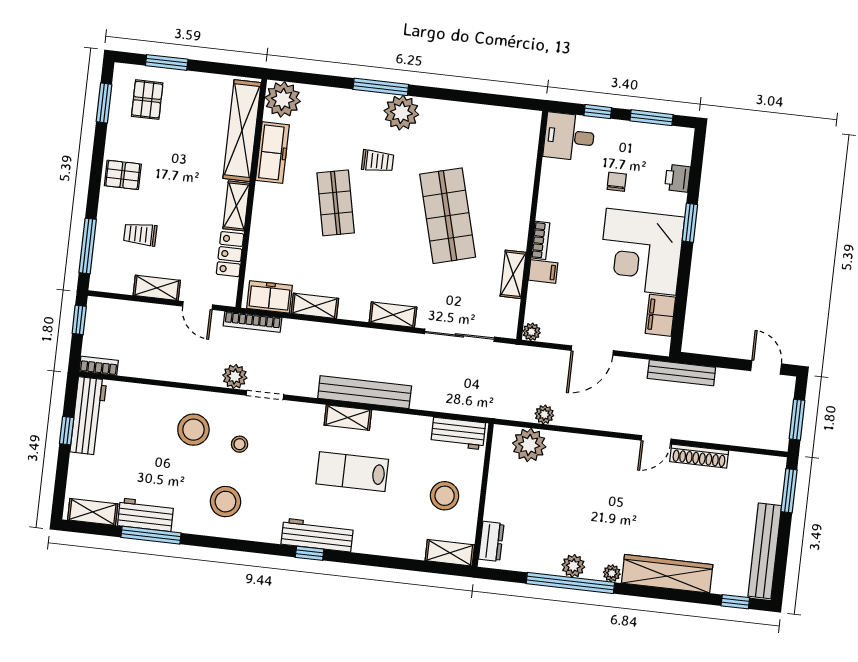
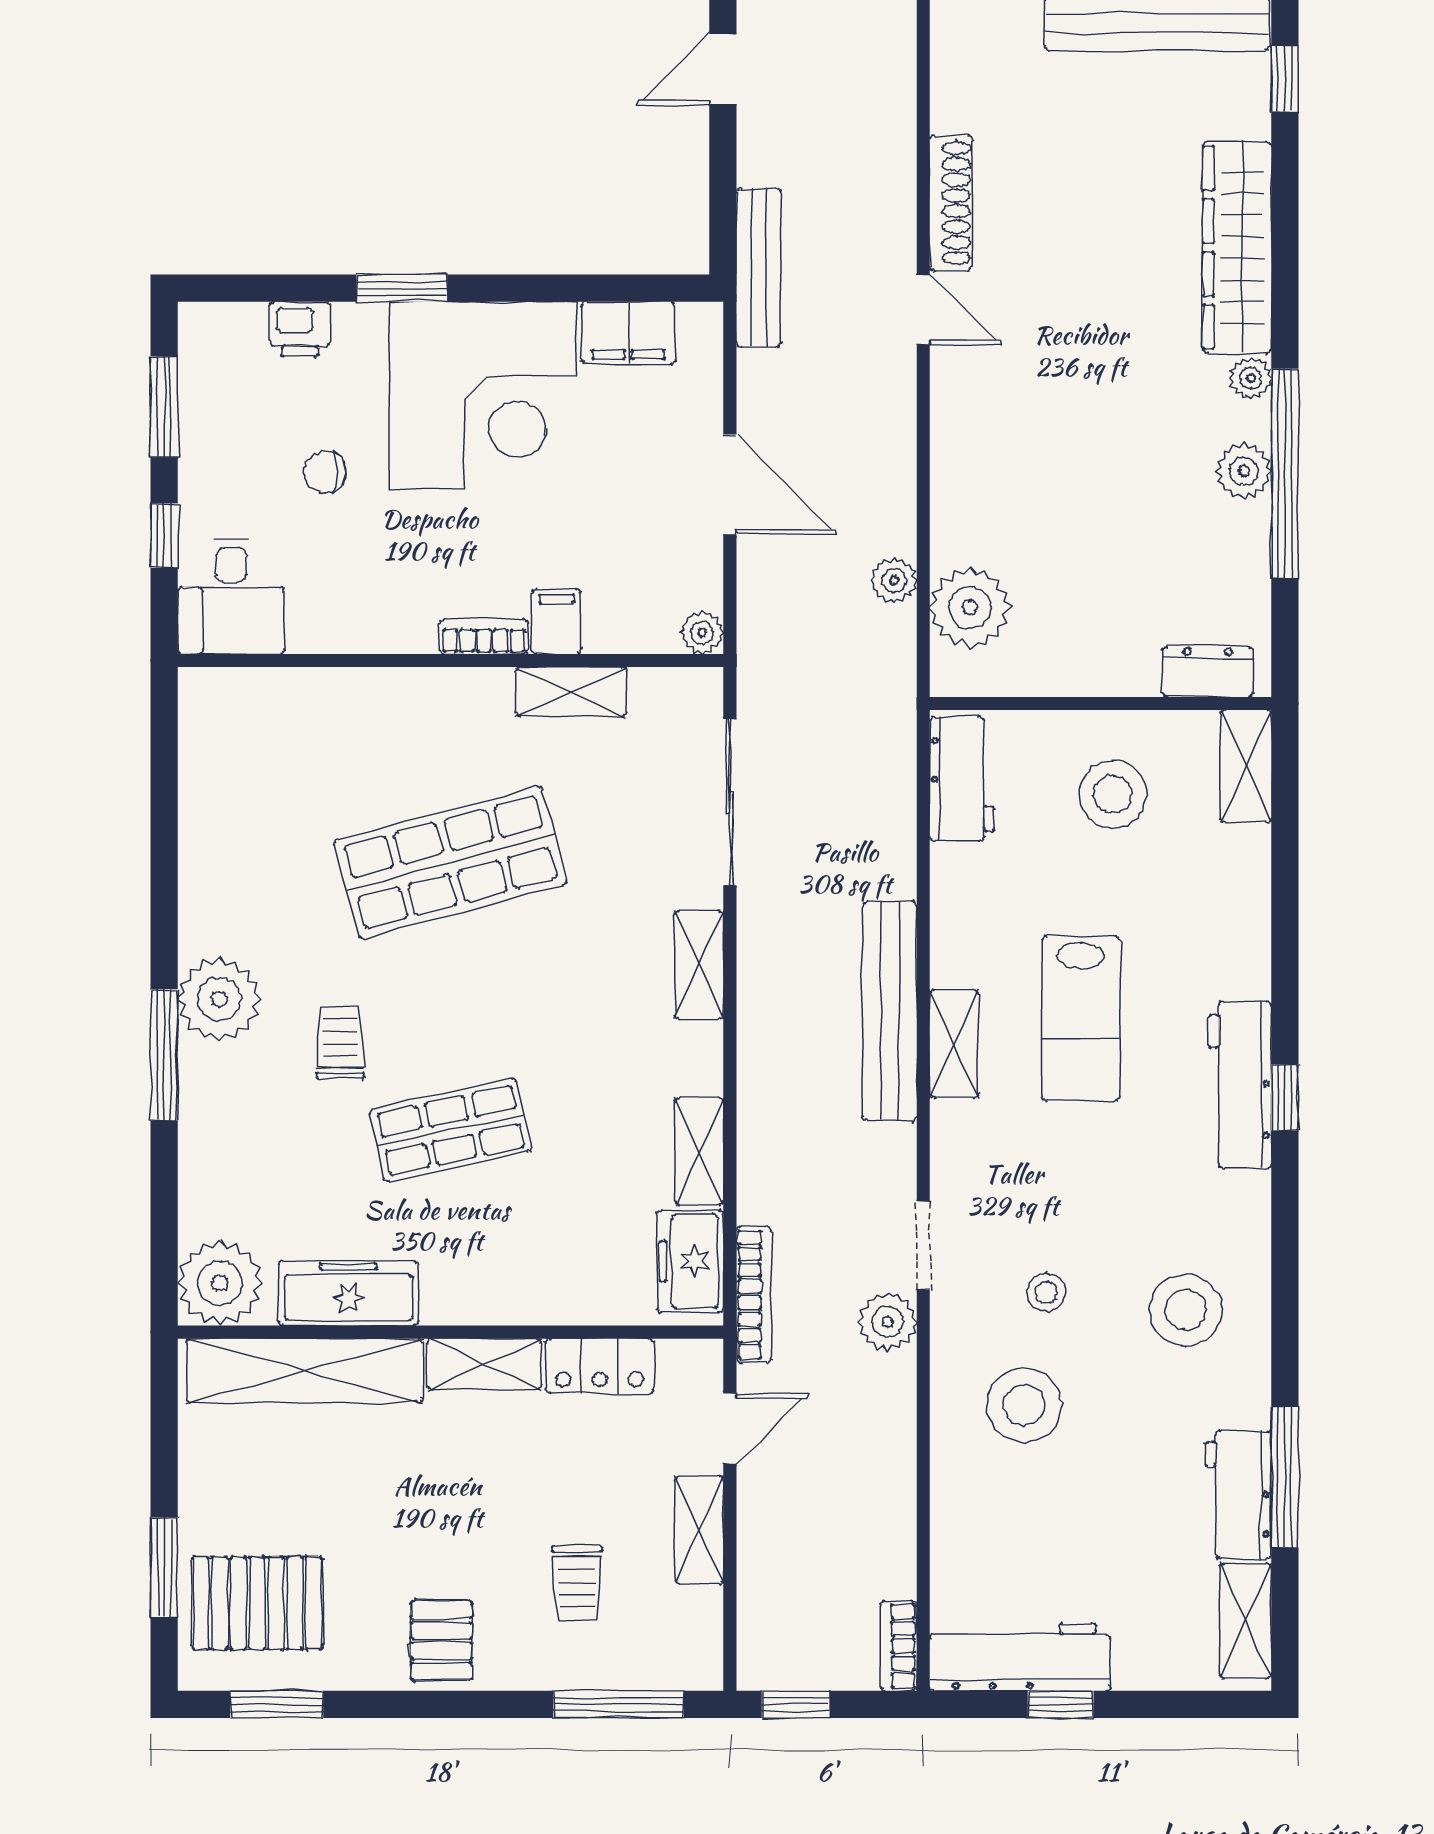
pallet: (147, 100) -> (257, 1603), width x1.50, depth x1.42

